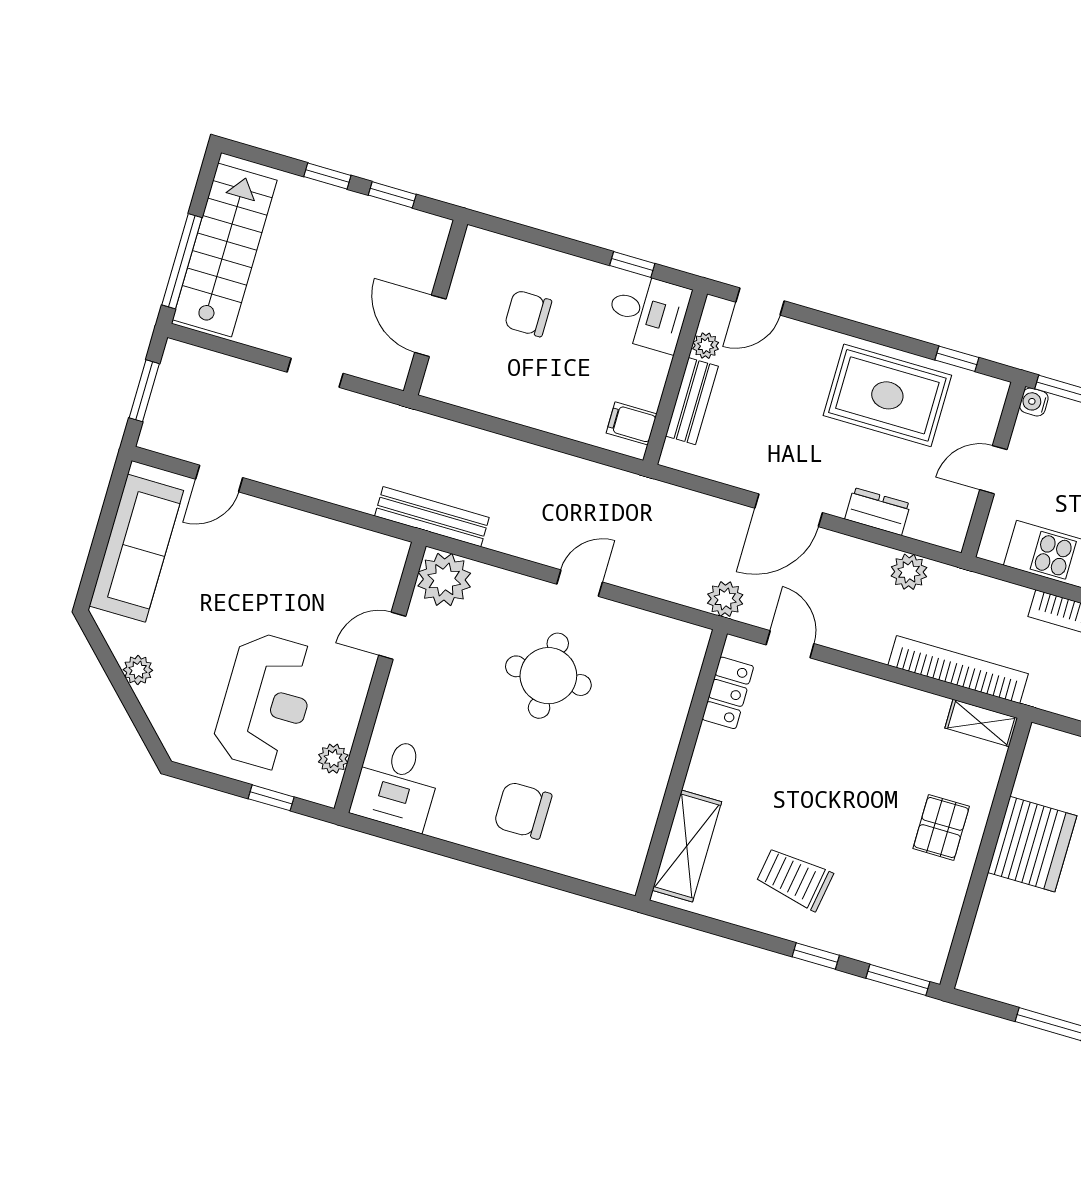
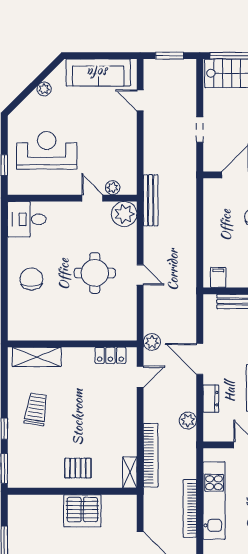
reception desk: (266, 701) -> (47, 150), turned 180
plant: (333, 759) -> (113, 188), moved

